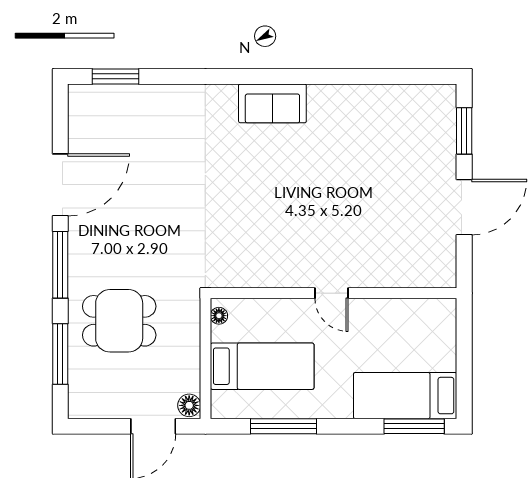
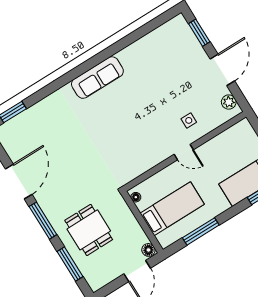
sofa: (272, 103) -> (97, 78), width x1.36
side table: (368, 251) -> (189, 120), added
plant: (444, 260) -> (229, 102), added
dining table: (119, 321) -> (89, 230), turned 90

